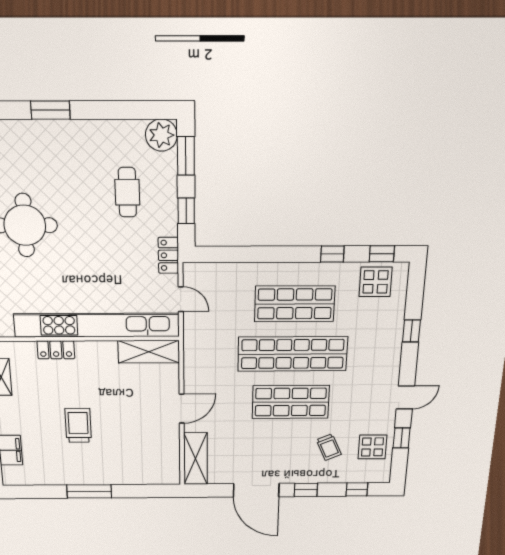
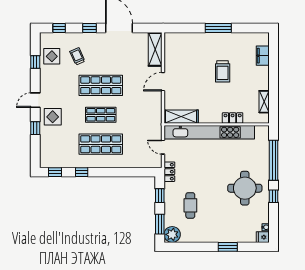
display table: (376, 282) -> (53, 117), moved
shop shelf: (293, 354) -> (101, 115), width x0.50, depth x0.74
door: (405, 397) -> (35, 100), moved

